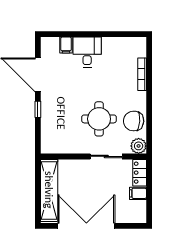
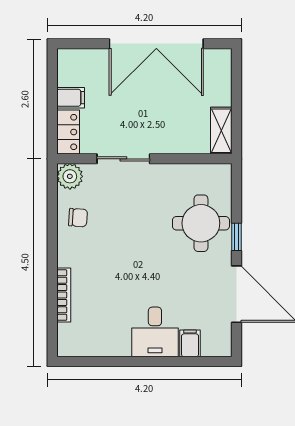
round table: (99, 119) -> (201, 223), moved
chair: (134, 121) -> (78, 218), width x0.54, depth x0.54
shelving: (49, 190) -> (221, 131), width x0.45, depth x0.75

